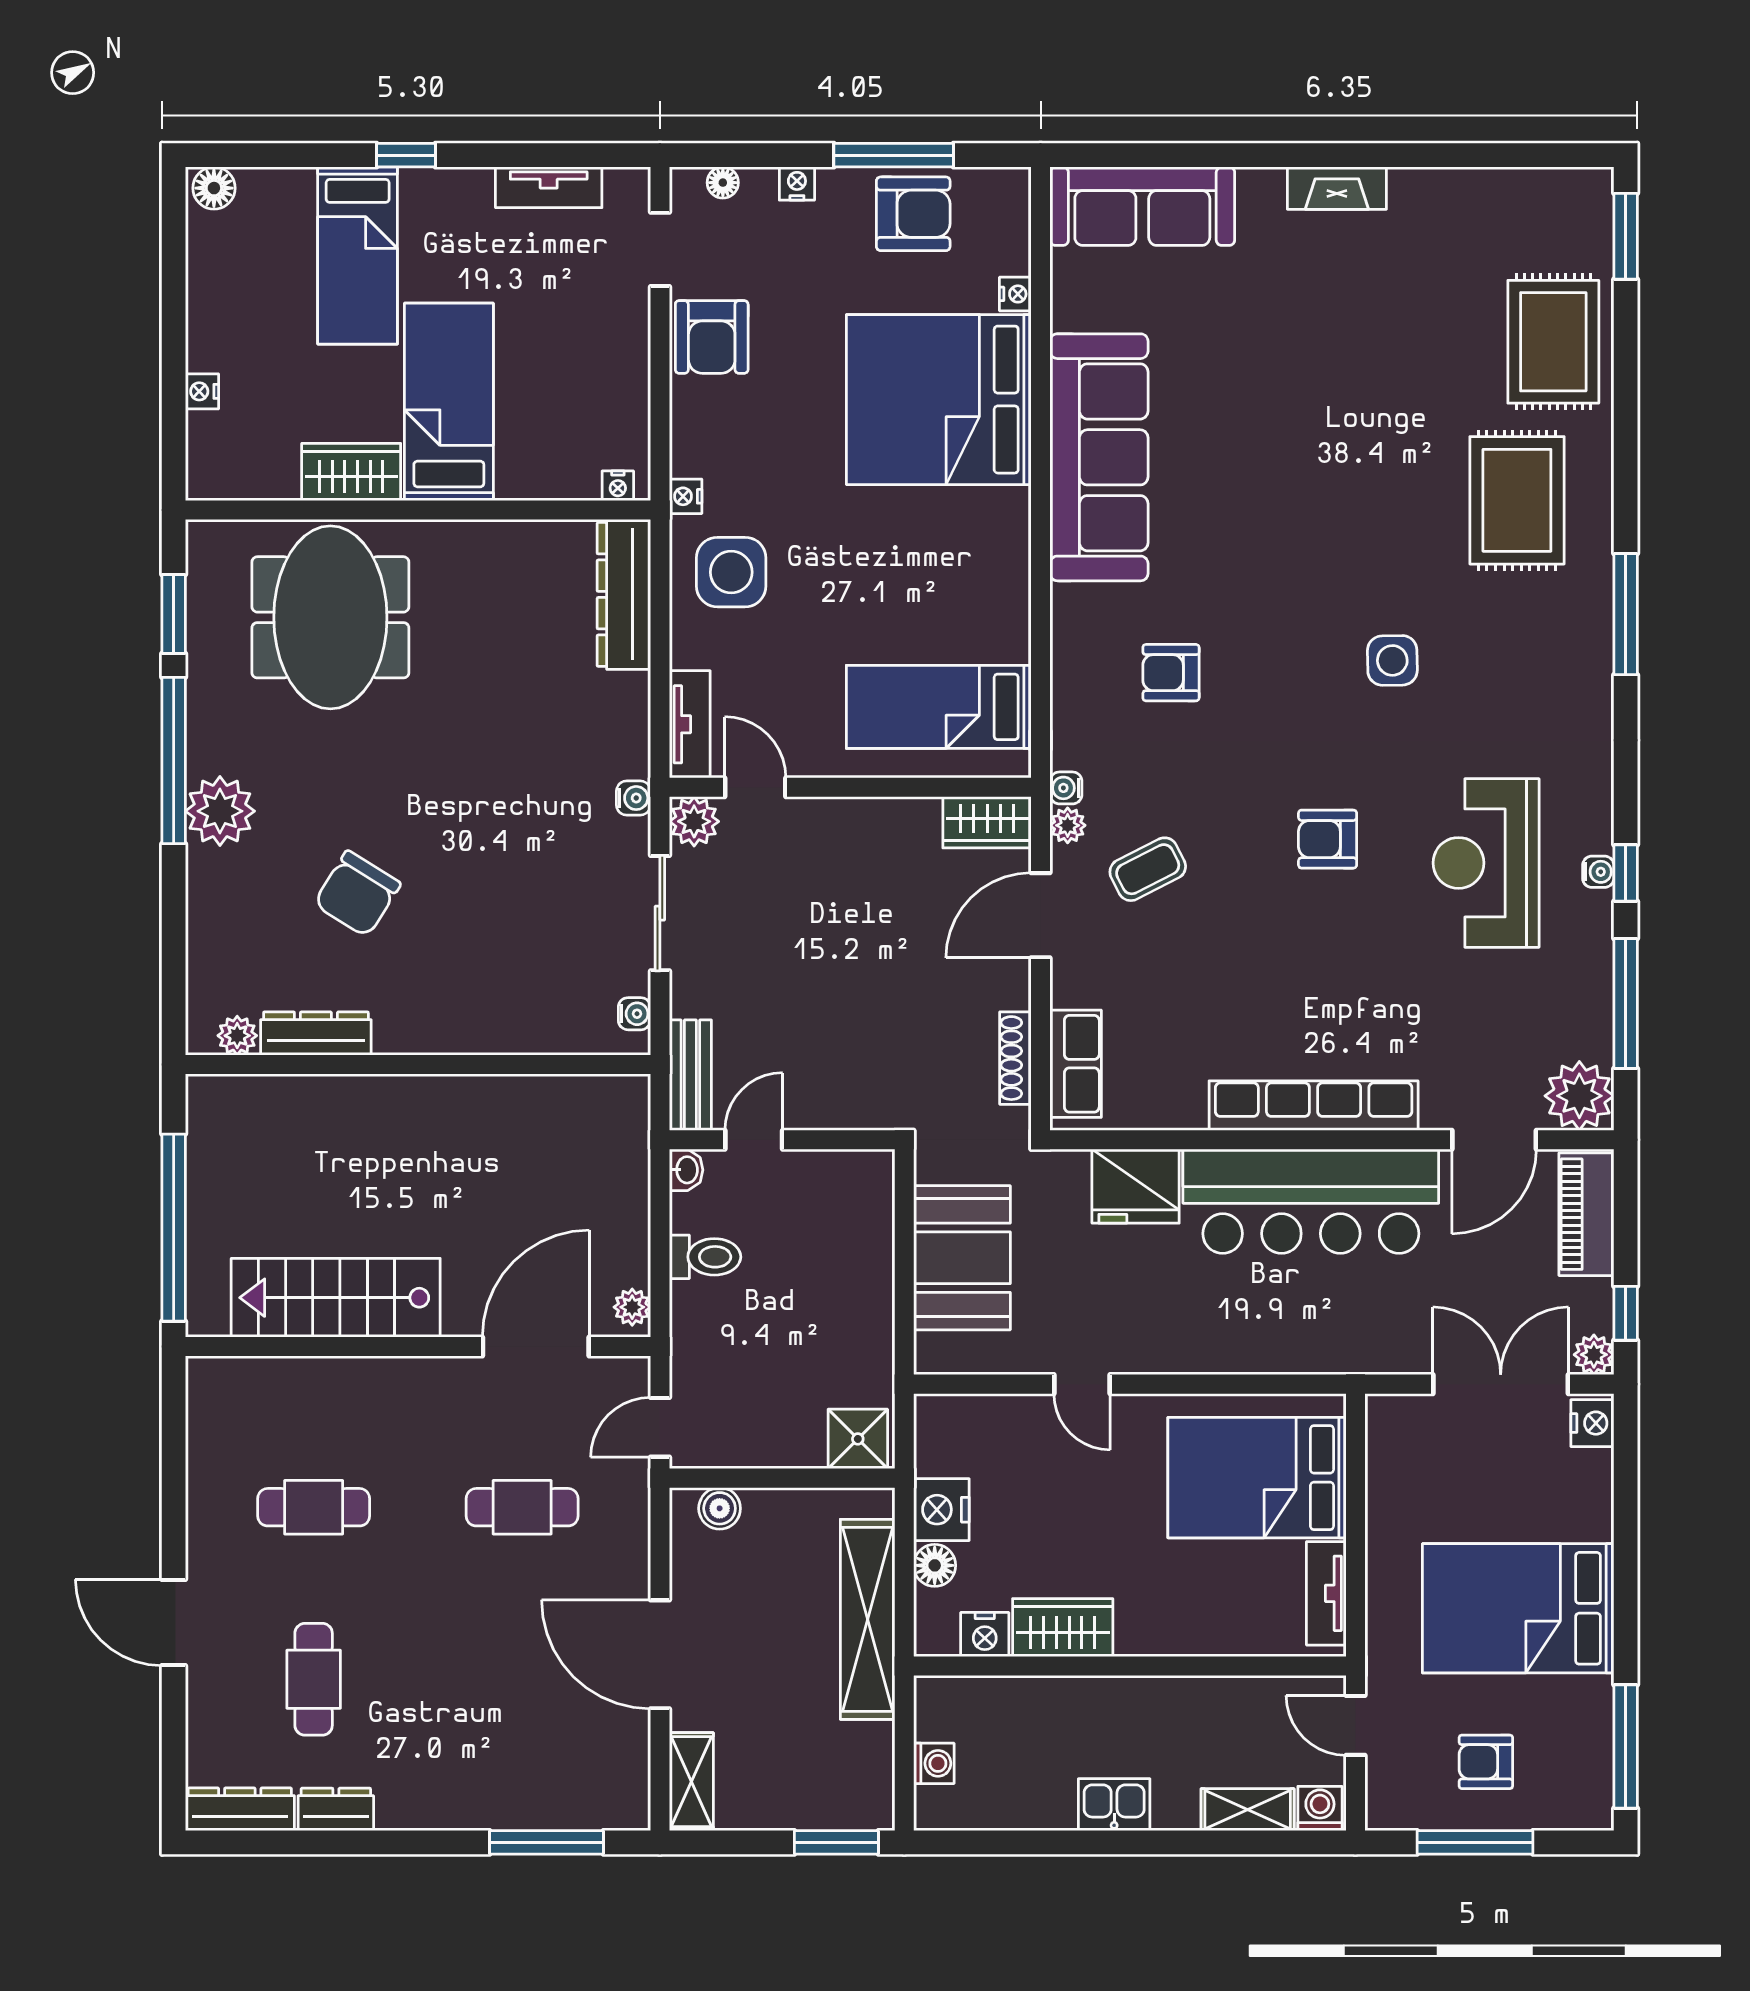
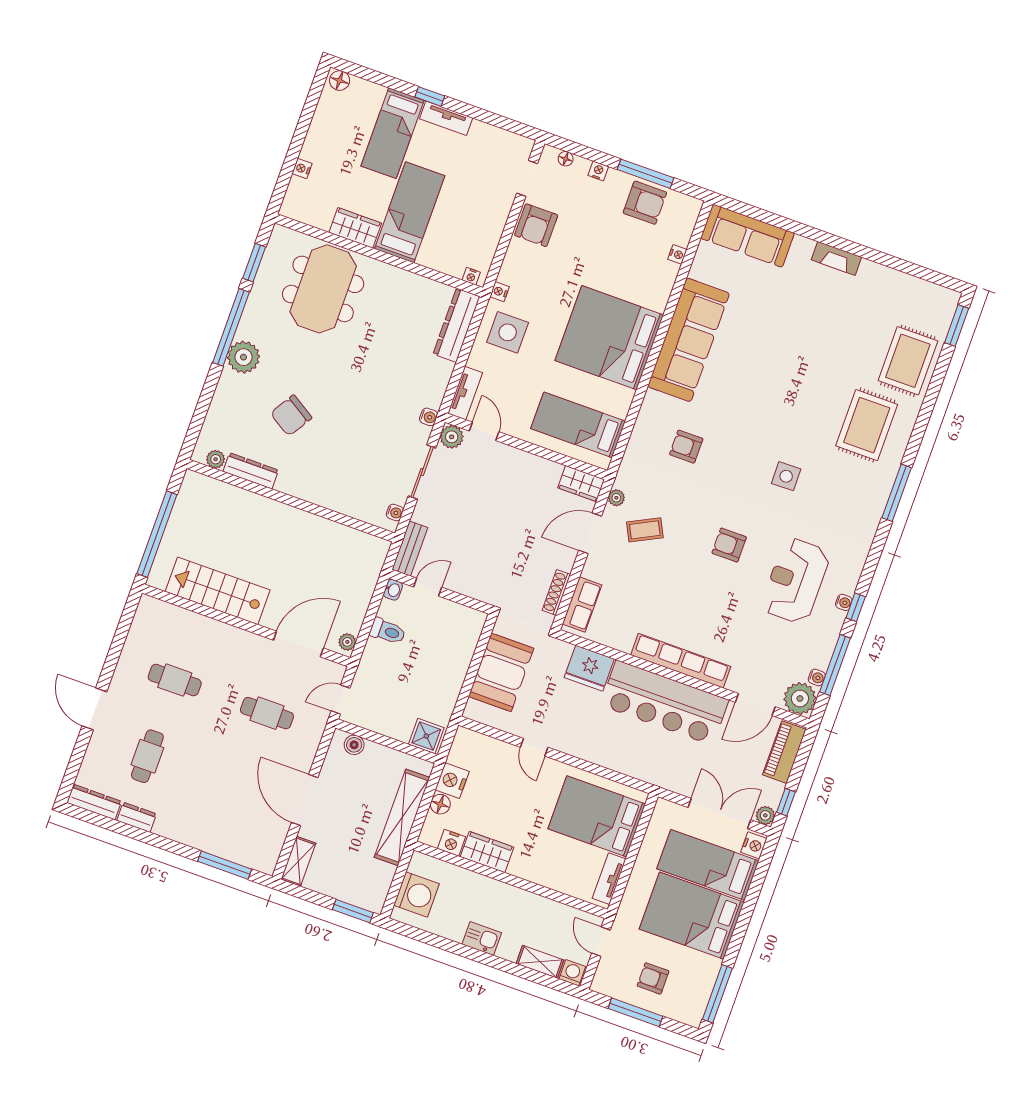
tv unit: (549, 187) -> (446, 118), moved
bed: (939, 400) -> (609, 338), moved
water cooler: (1066, 788) -> (817, 677), moved, turned 180
bed: (1514, 1495) -> (708, 865), added
washing machine: (934, 1763) -> (416, 894), width x1.89, depth x1.89

